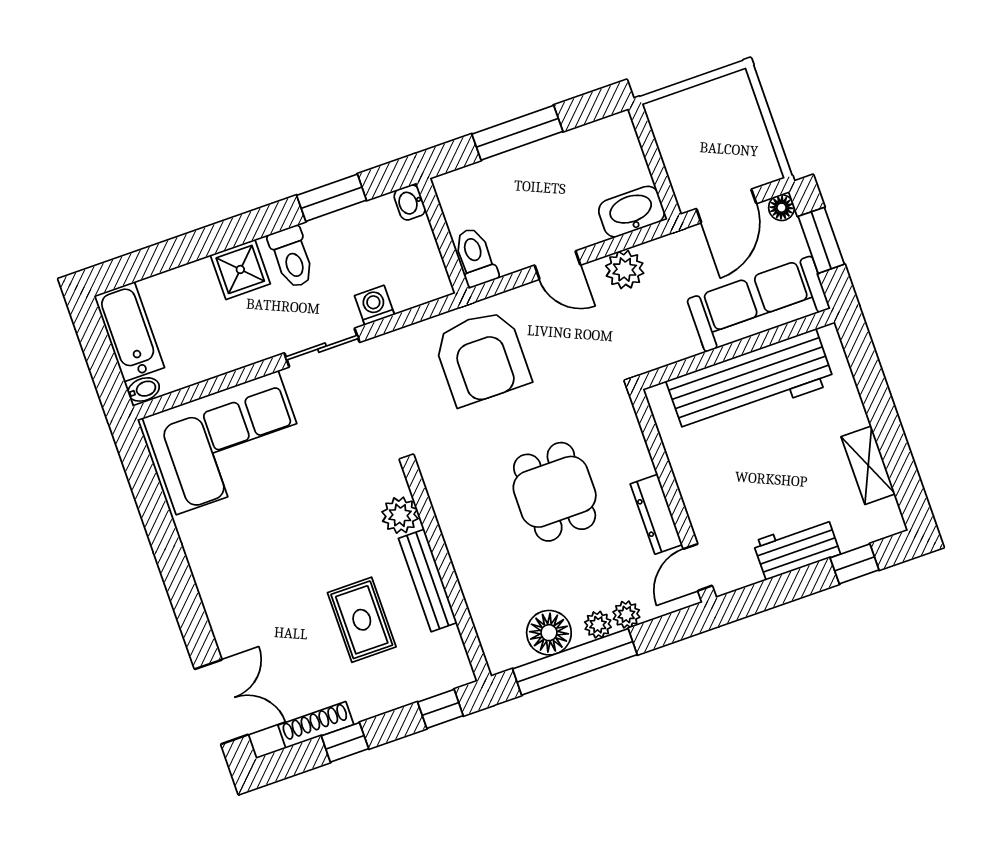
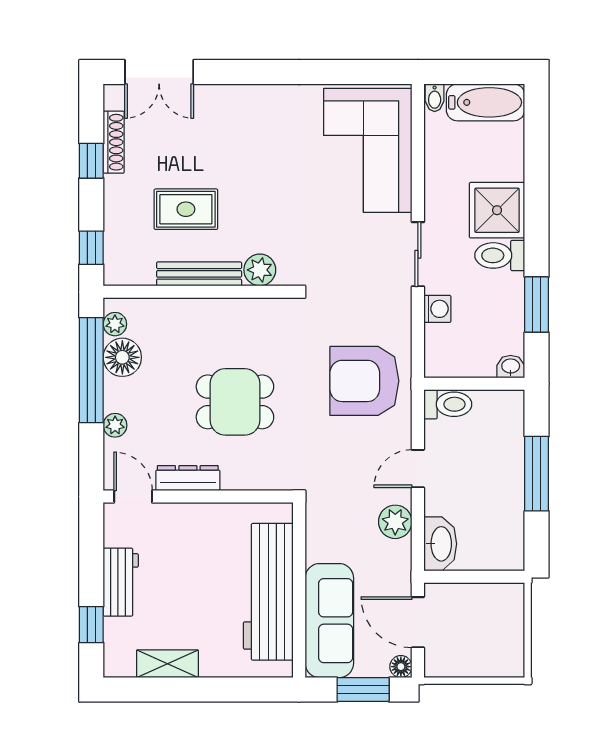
shower: (240, 269) -> (497, 210), width x1.36, depth x1.36
plant: (598, 625) -> (115, 324), moved

